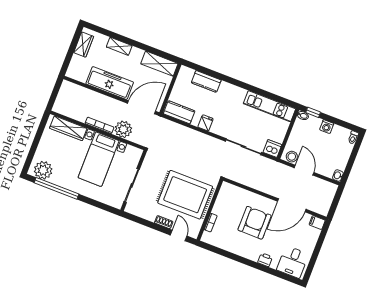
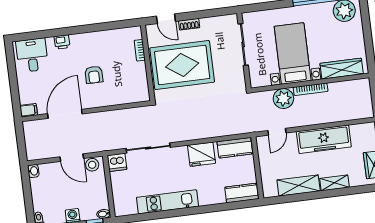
shelving: (159, 64) -> (299, 185), moved
kitchen counter: (206, 81) -> (242, 193), moved
kitchen unit: (269, 106) -> (168, 202), moved
door: (141, 107) -> (277, 132), width x0.53
fridge: (206, 123) -> (202, 154), width x1.88, depth x1.34
armchair: (255, 223) -> (94, 75), width x0.53, depth x0.53

